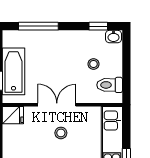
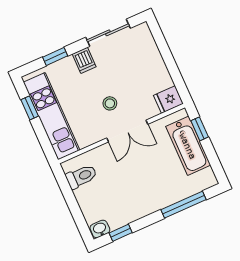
stool: (93, 64) -> (108, 191), removed

